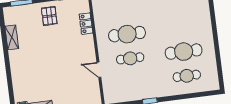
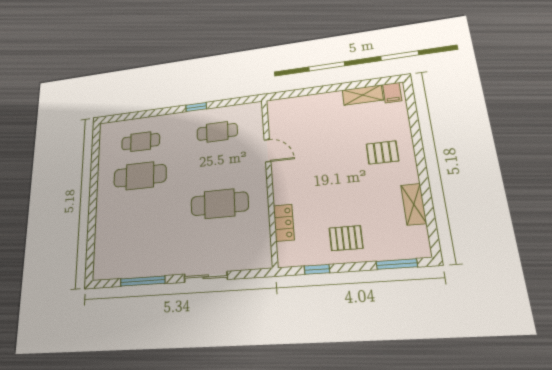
pallet: (49, 16) -> (346, 238), turned 90
cafe table: (130, 58) -> (217, 132), moved
pallet: (29, 69) -> (382, 152), added

